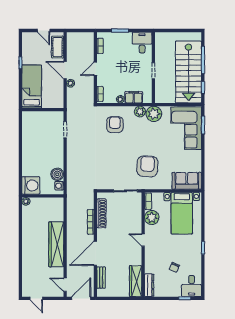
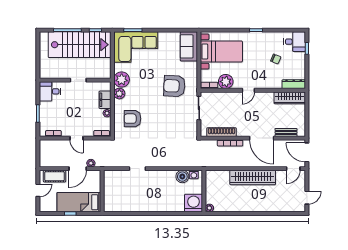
bed: (32, 86) -> (79, 202), moved
wall: (43, 110) -> (102, 191), moved

